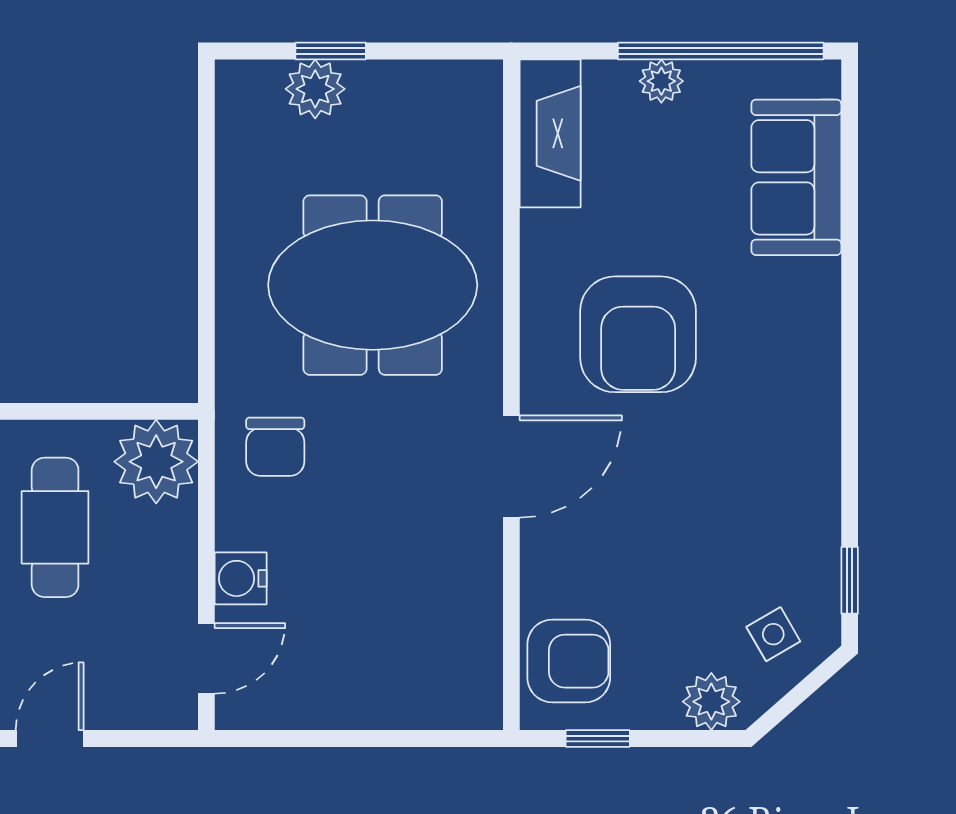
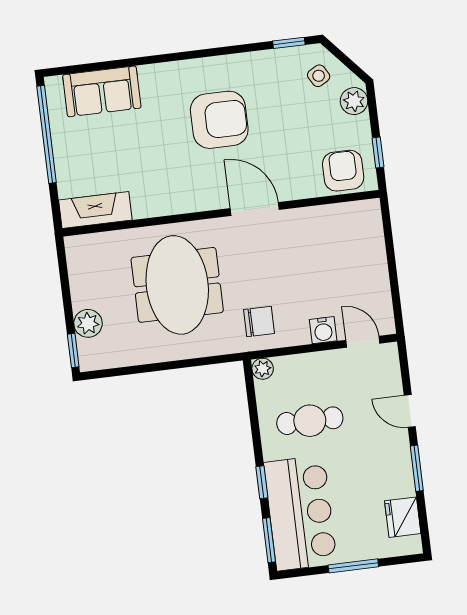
window: (331, 51) -> (73, 350), moved
plant: (661, 81) -> (64, 161), removed
armchair: (638, 334) -> (219, 120), moved
plant: (156, 462) -> (263, 369), width x0.53, depth x0.53

